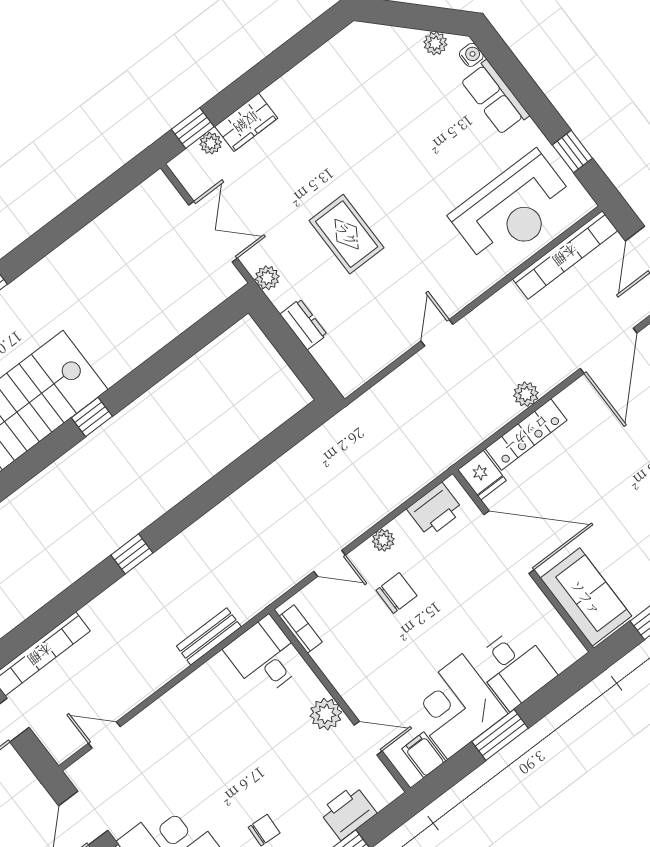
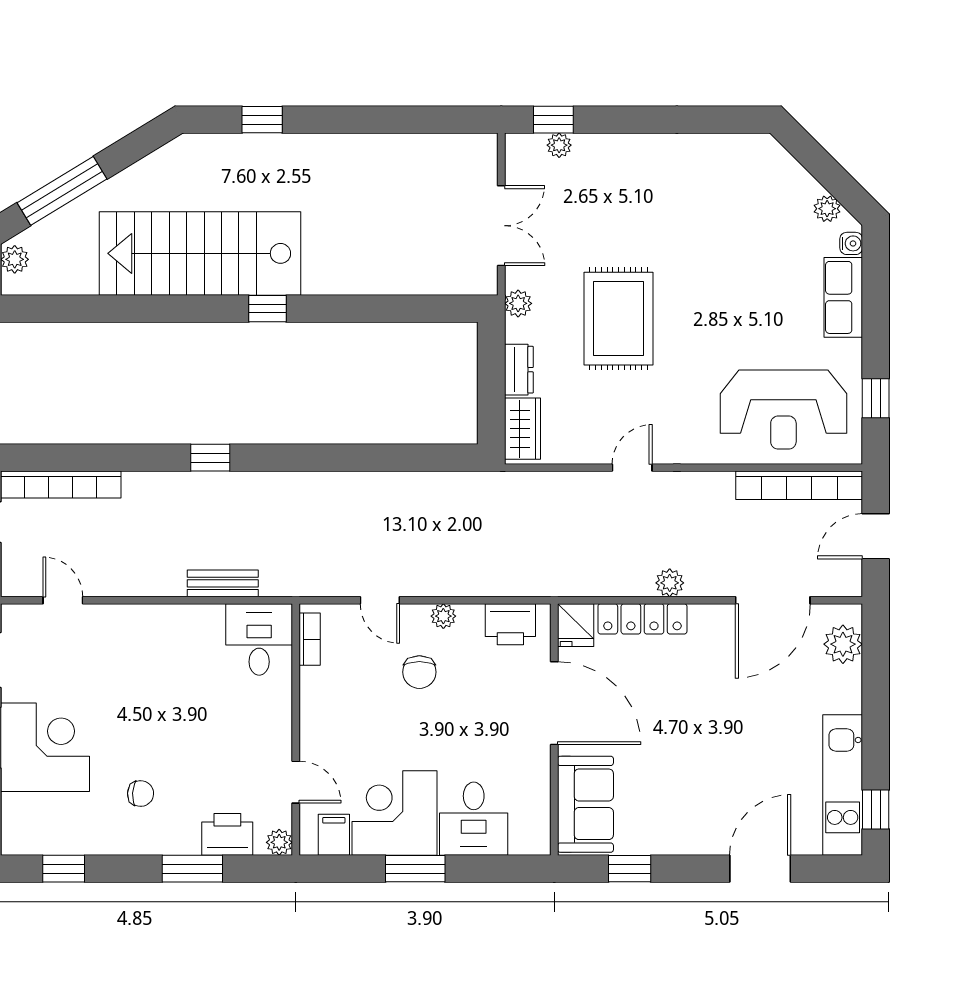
wardrobe: (246, 122) -> (522, 429), moved, turned -90
rug: (347, 234) -> (619, 319), width x1.36, depth x1.43
chair: (396, 593) -> (419, 672), turned 90
plant: (326, 714) -> (279, 842), moved, width x0.73, depth x0.73

